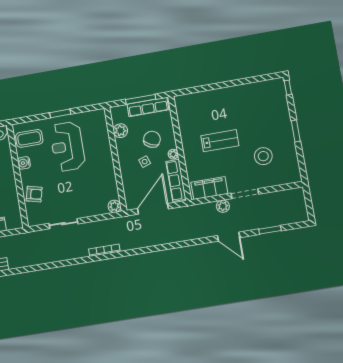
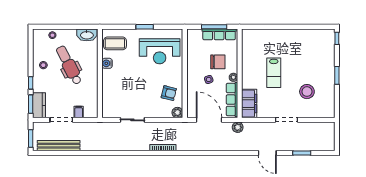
plant: (120, 131) -> (193, 50), removed
chair: (152, 139) -> (218, 62), turned 66
lab bench: (220, 141) -> (274, 73), turned 90
reception desk: (67, 146) -> (160, 51), moved, turned -90
filing cabinet: (209, 188) -> (249, 104), moved, turned 90
armchair: (34, 194) -> (169, 93), moved
plant: (223, 206) -> (238, 127), moved
door: (153, 209) -> (209, 120), hinge flipped

